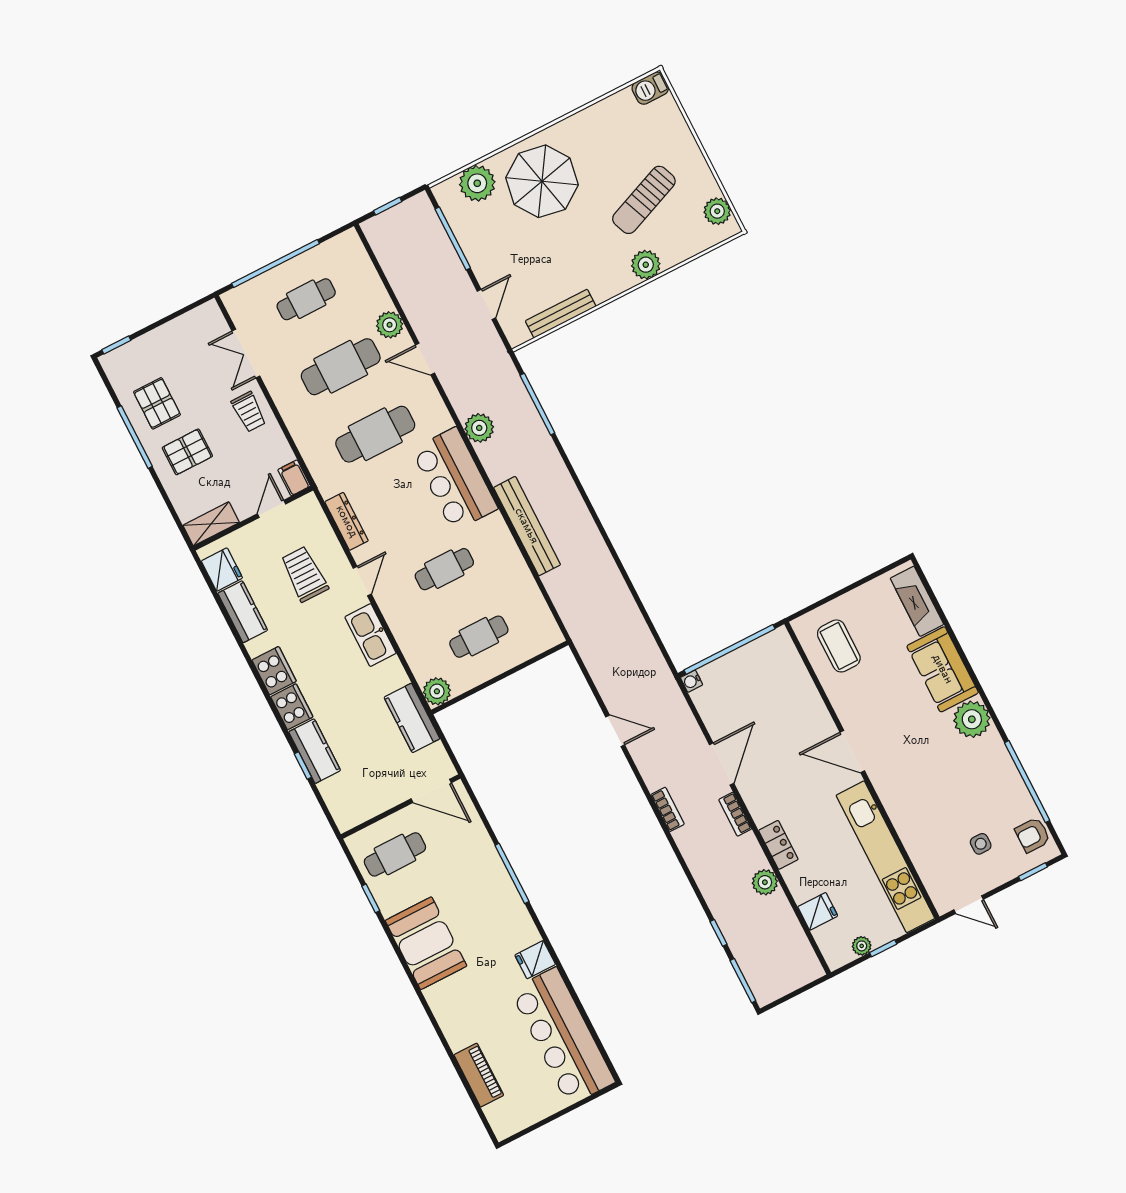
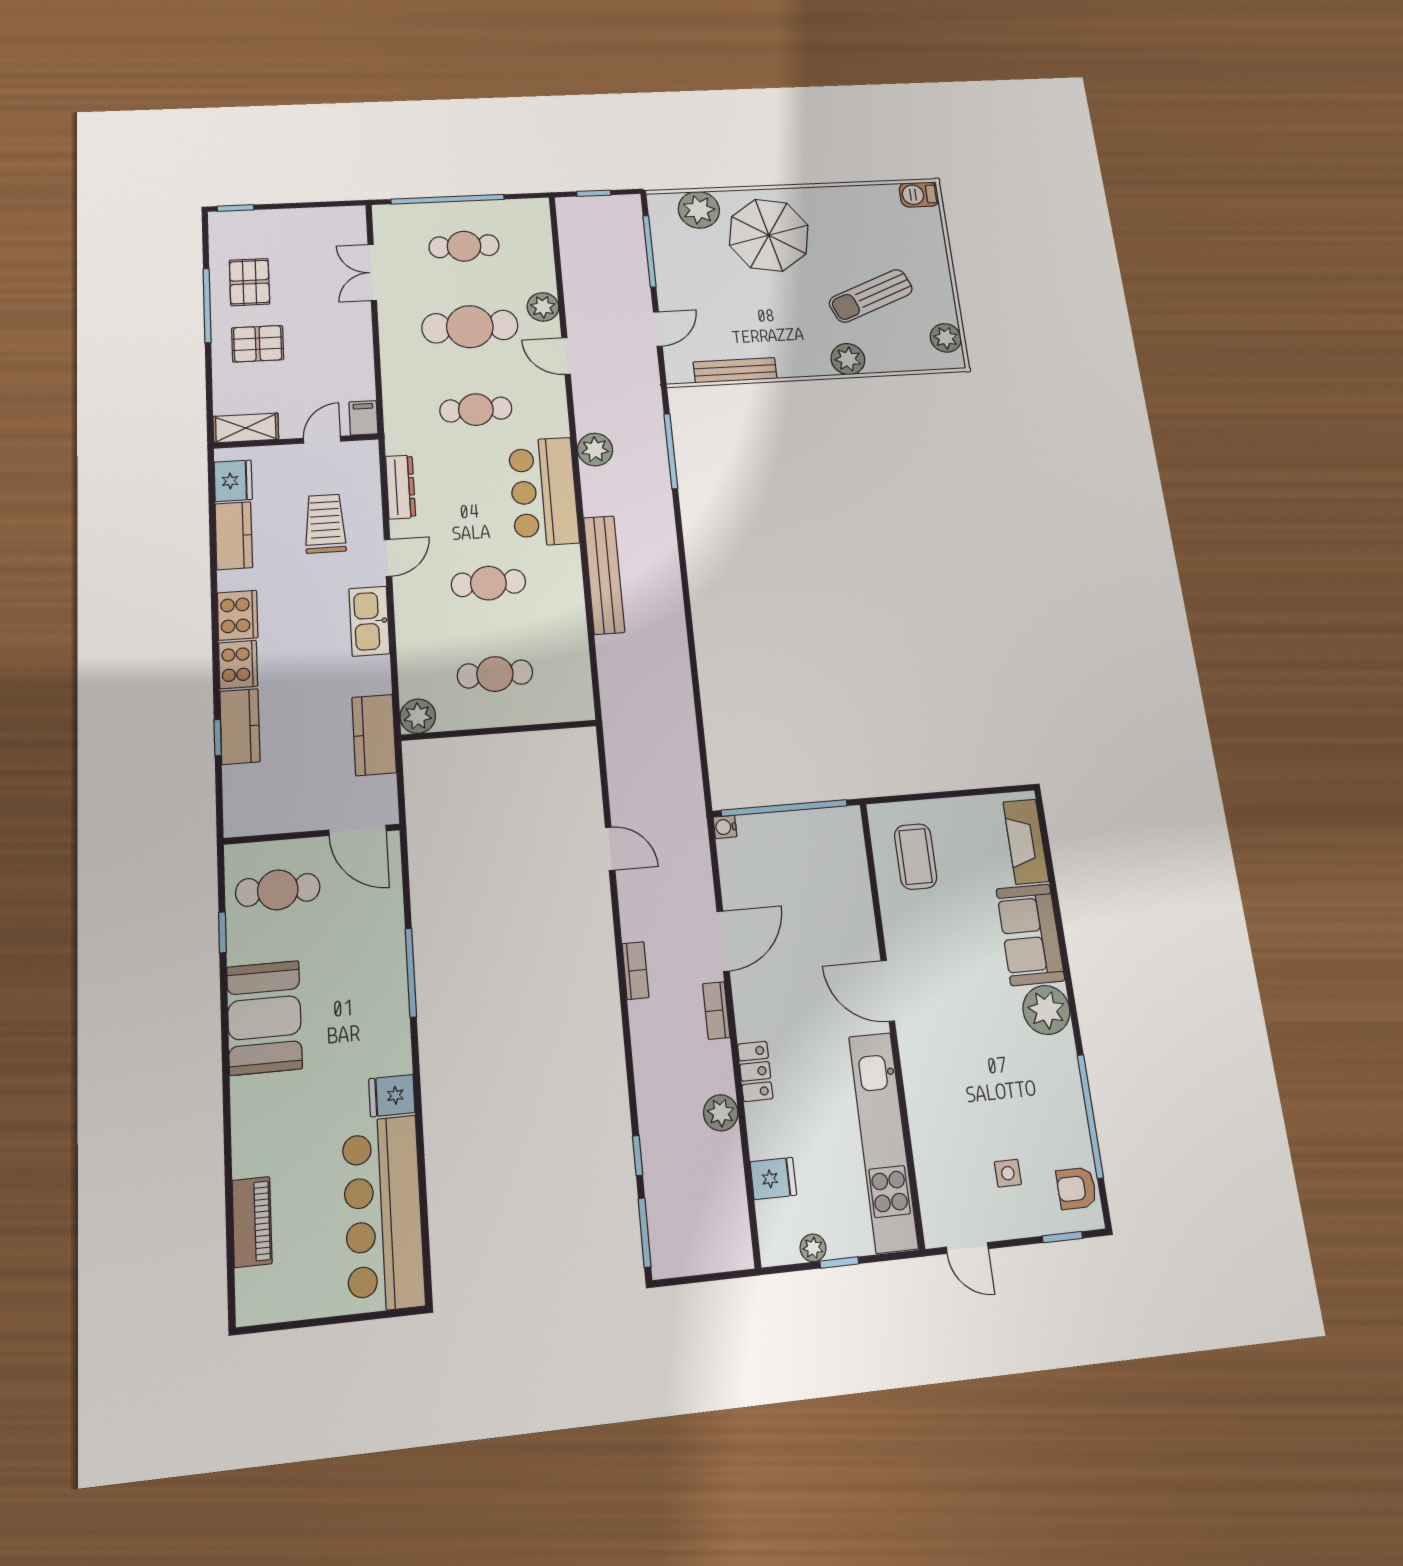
trolley: (249, 412) -> (346, 331), removed
cafe table: (375, 434) -> (476, 410), width x0.73, depth x0.74

